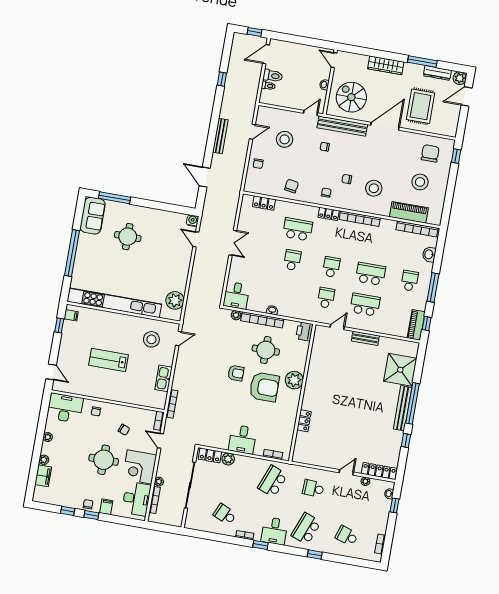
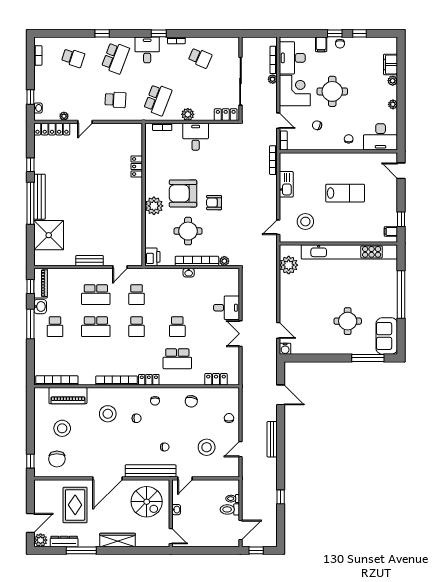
washbasin: (429, 254) -> (40, 306), moved
desk: (236, 295) -> (226, 308), moved, turned 90
plant: (228, 459) -> (188, 114), moved

